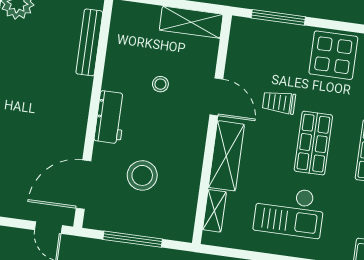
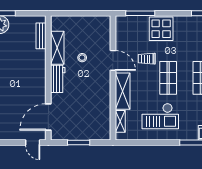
shelving: (191, 22) -> (57, 48), moved, turned 90
bench: (89, 42) -> (41, 36), width x0.73
display table: (333, 55) -> (161, 29), moved
stool: (142, 175) -> (79, 108), removed
window: (133, 239) -> (79, 143), width x0.69

